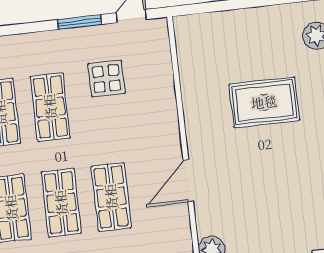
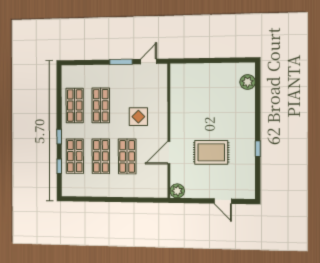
display table: (106, 79) -> (138, 117), moved
rug: (264, 102) -> (211, 152), moved

